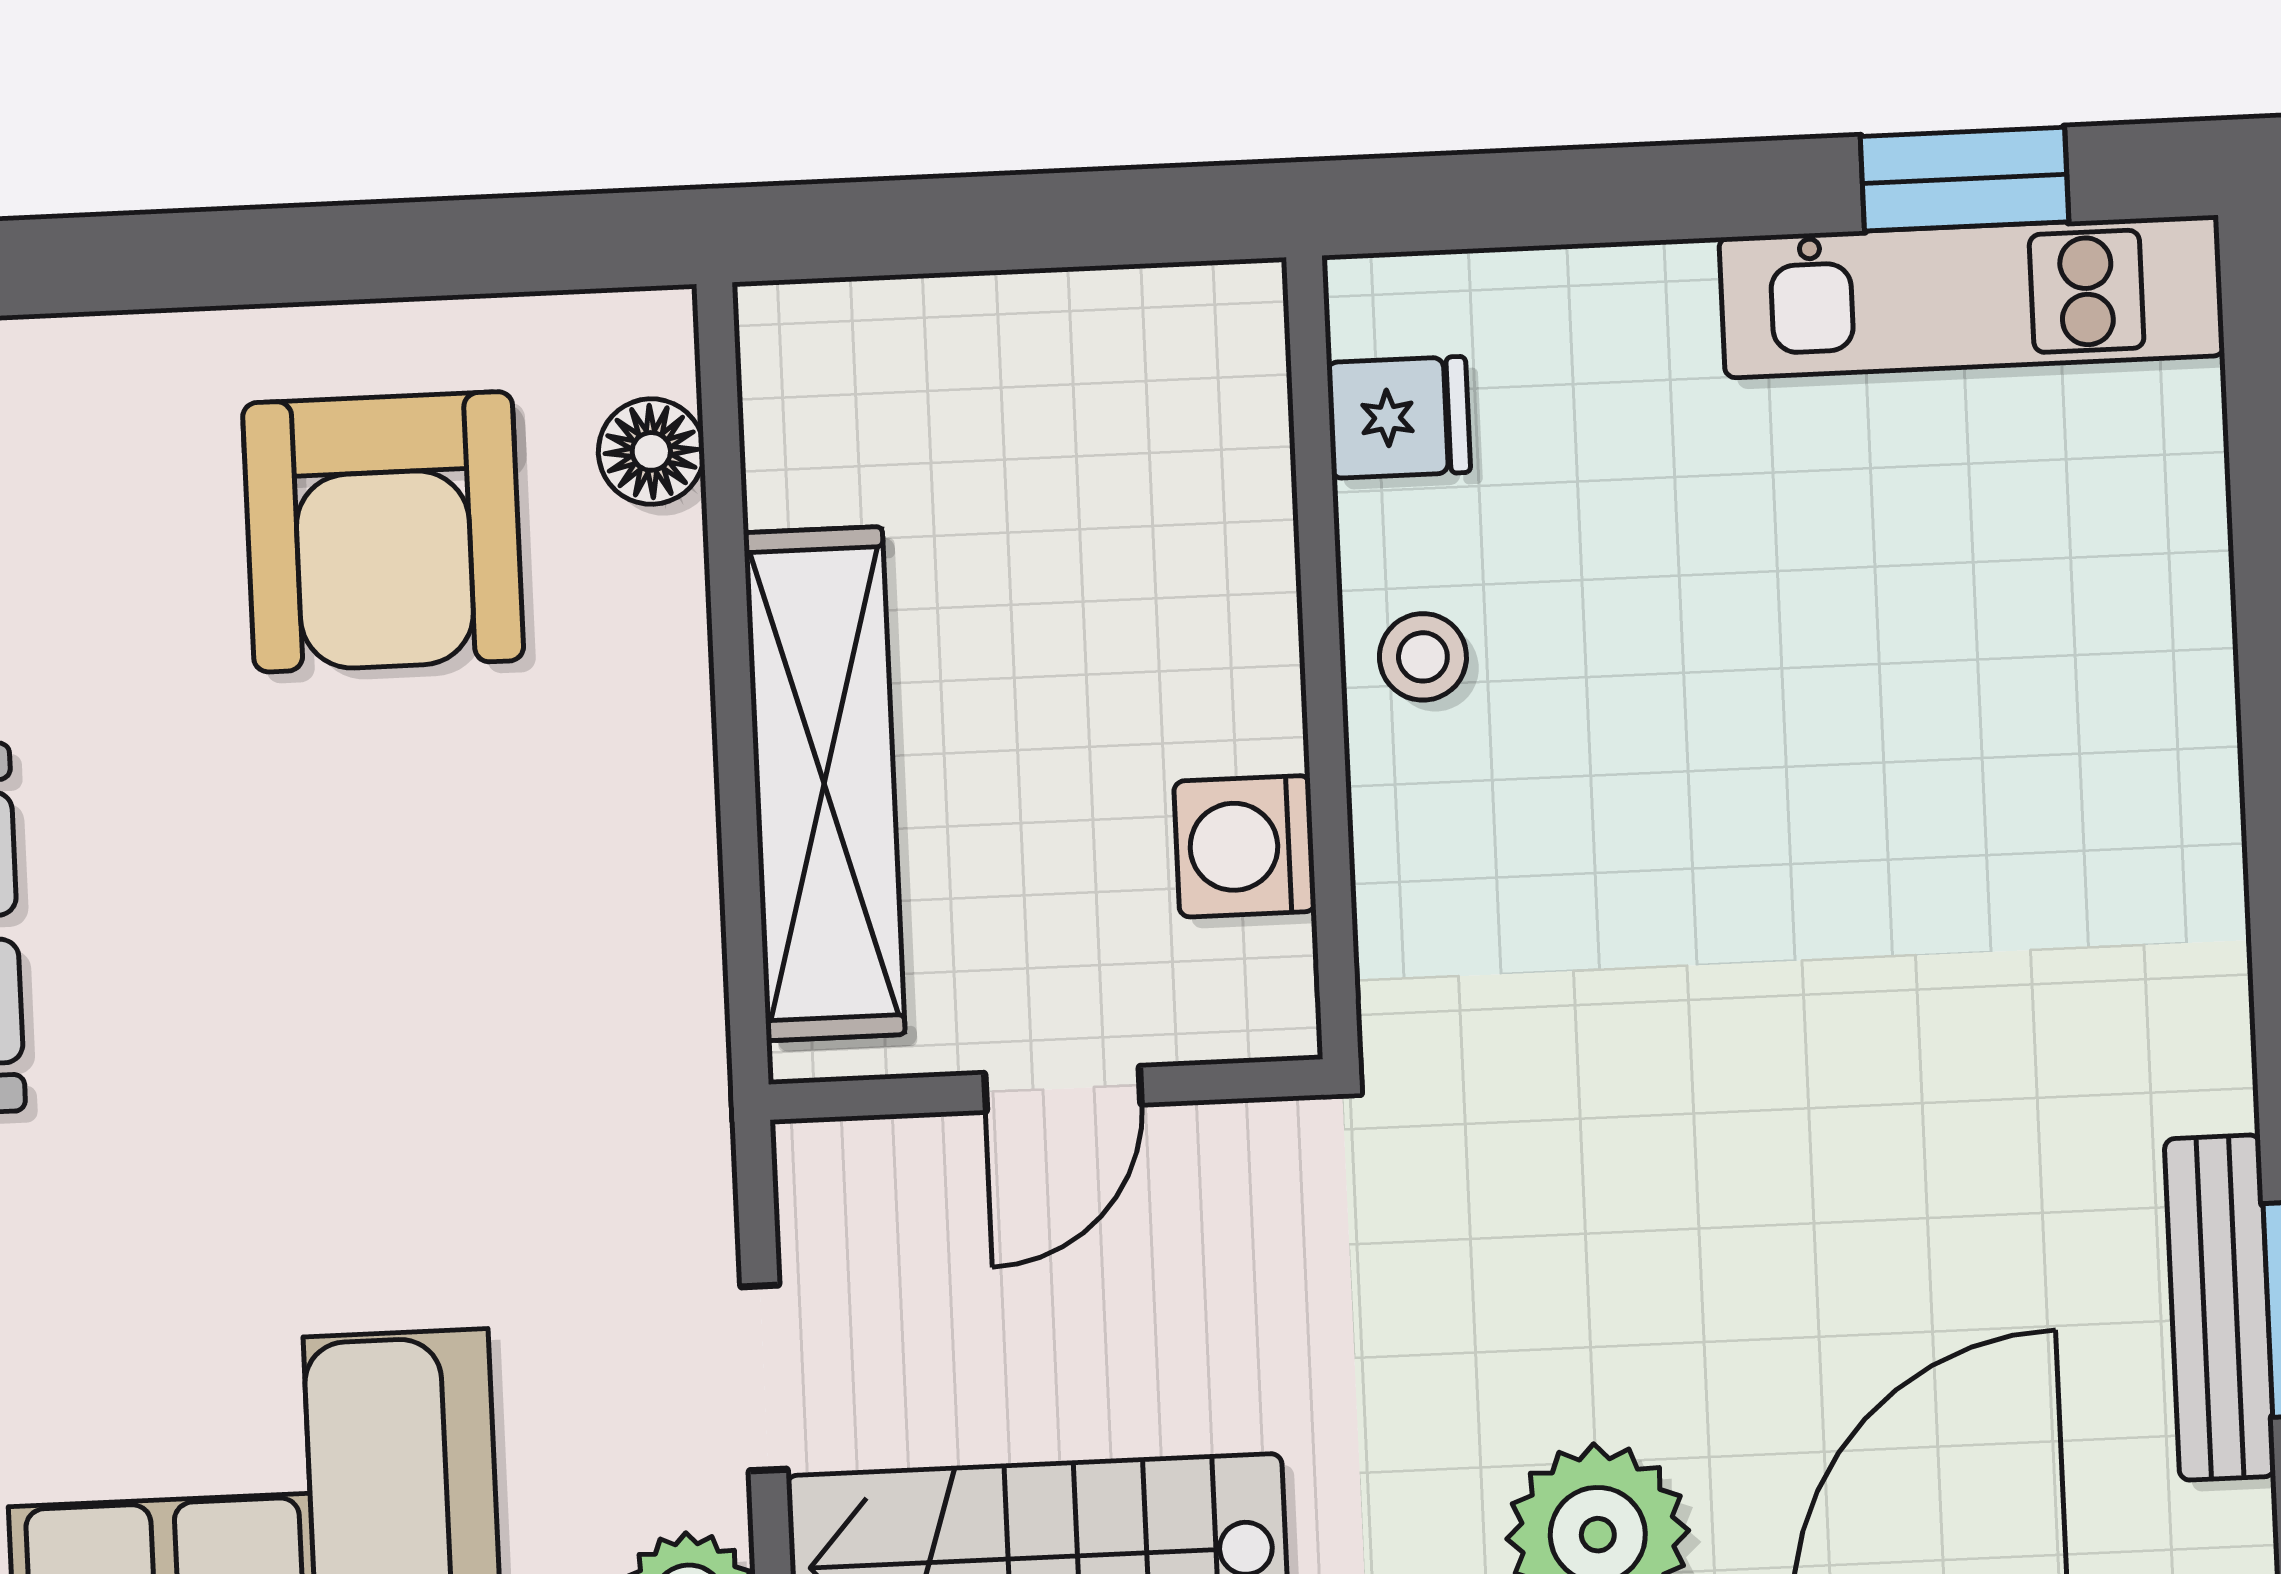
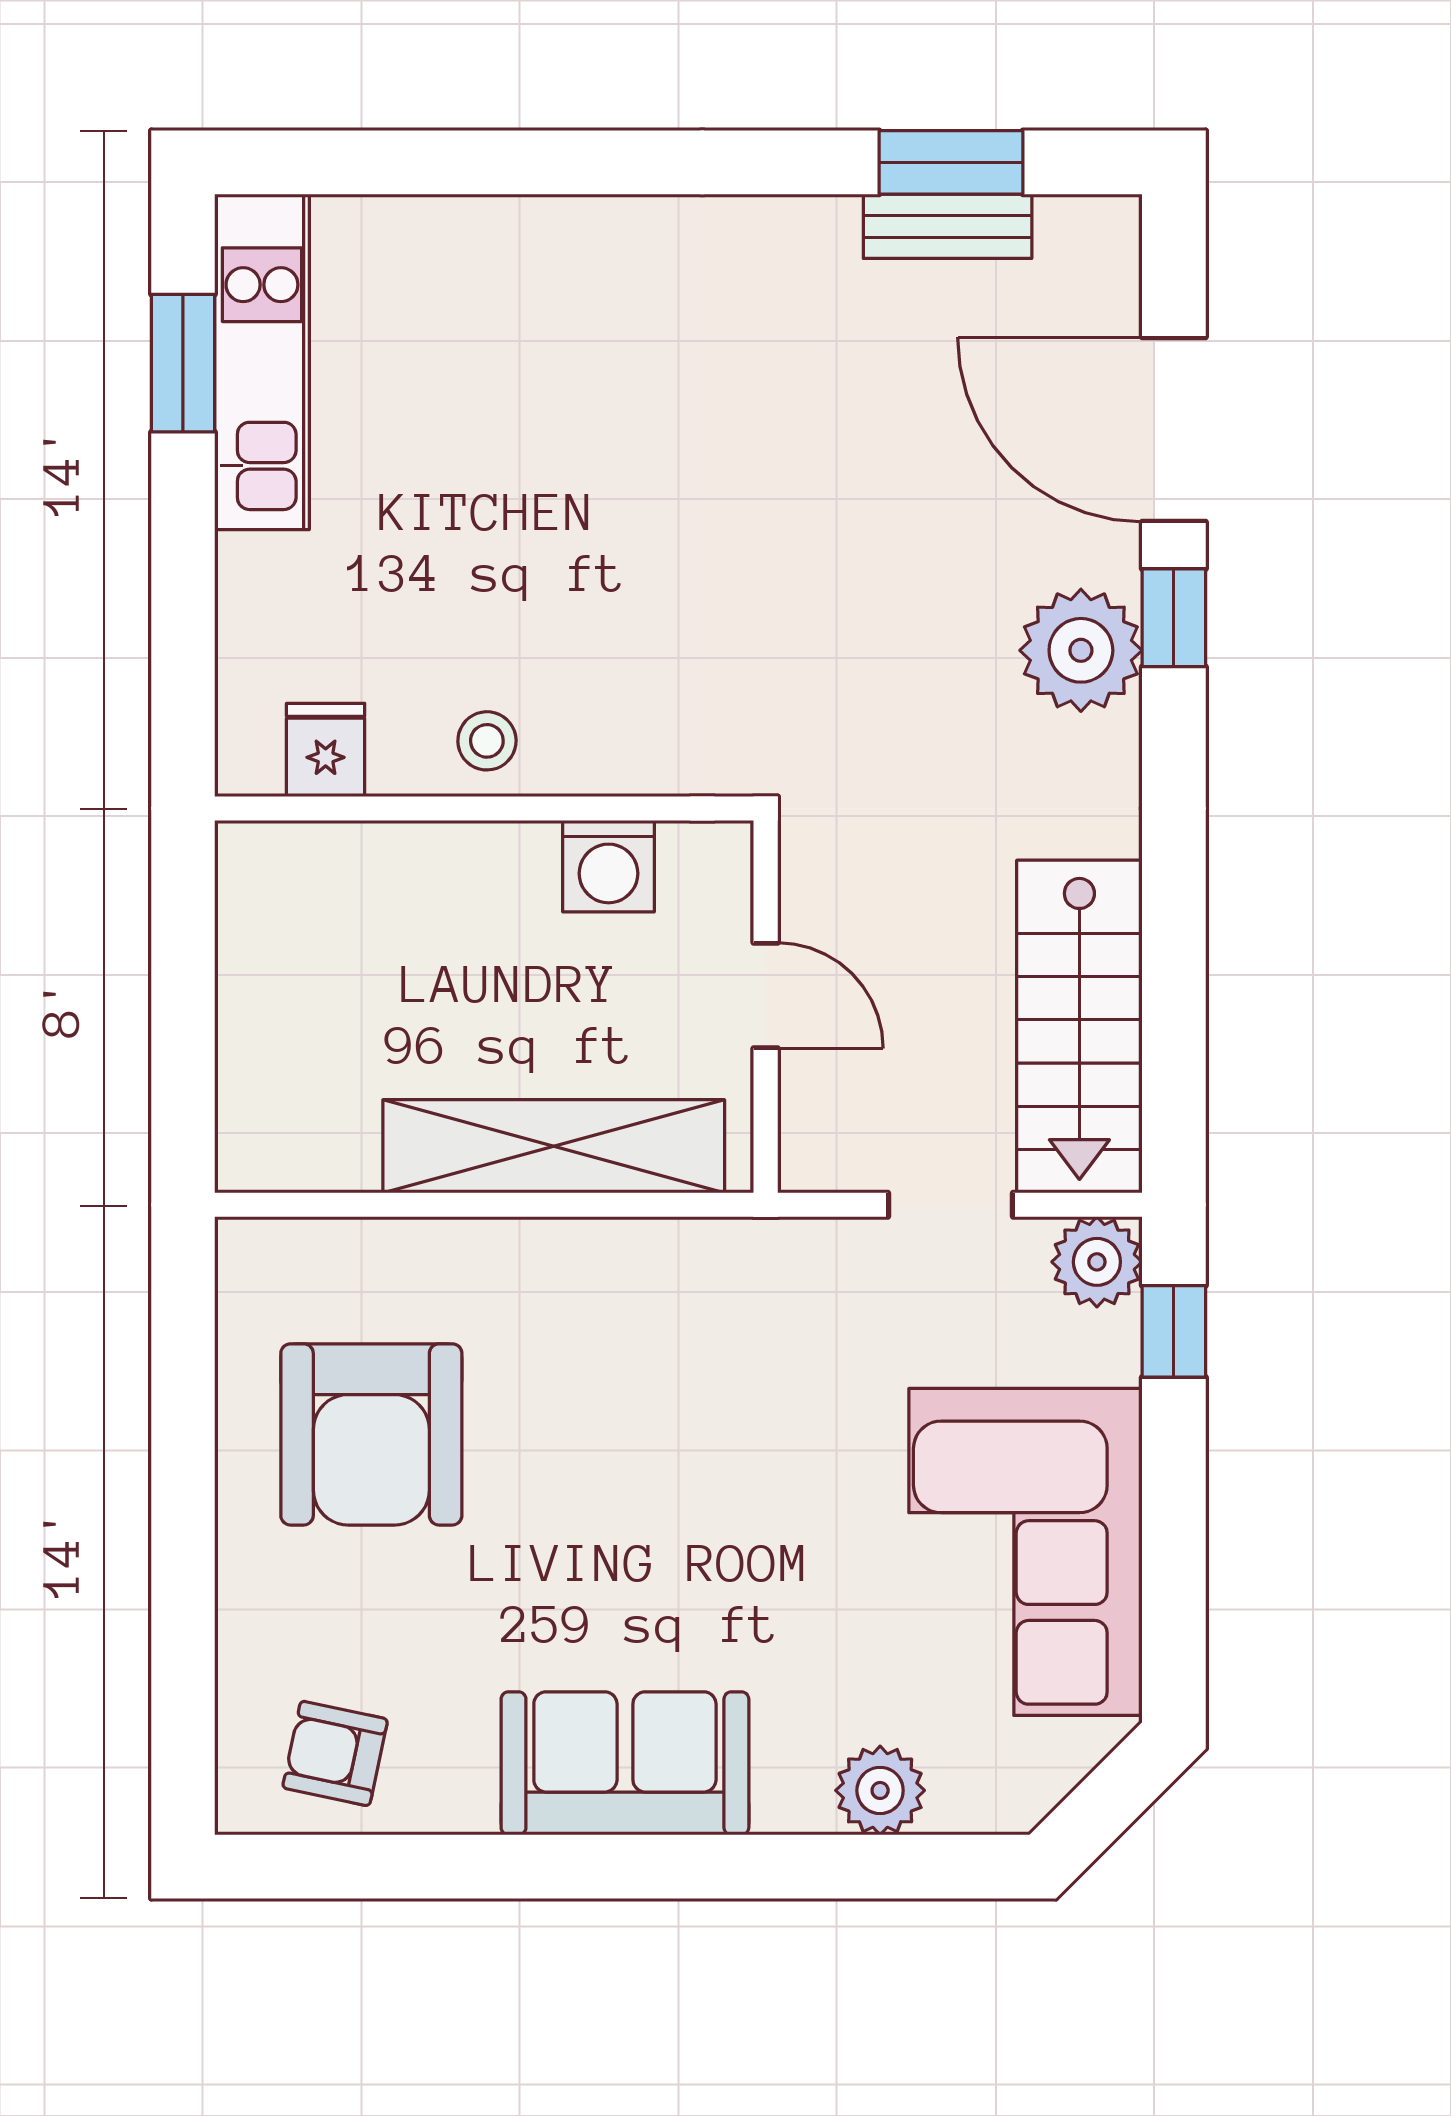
floor lamp: (651, 451) -> (326, 1252), removed
armchair: (383, 532) -> (371, 1434), turned 90
bench: (2220, 1308) -> (948, 226), width x0.73

